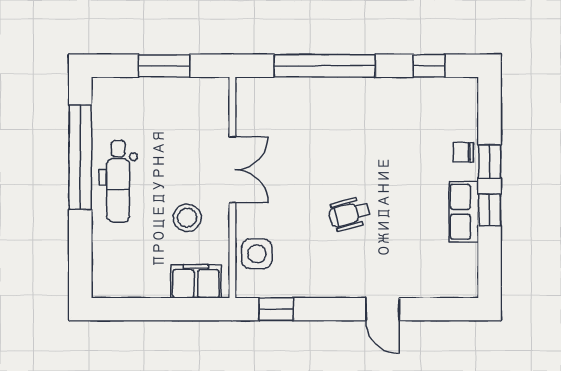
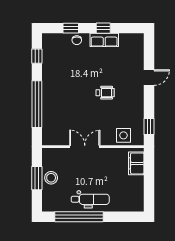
window: (490, 161) -> (71, 28), moved
wheelchair: (350, 214) -> (105, 93), turned -75
stool: (187, 218) -> (51, 178), moved

